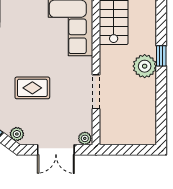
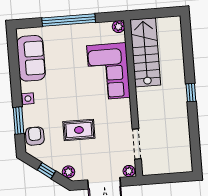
plant: (145, 66) -> (177, 103), removed
doorway: (96, 92) -> (137, 144), moved

